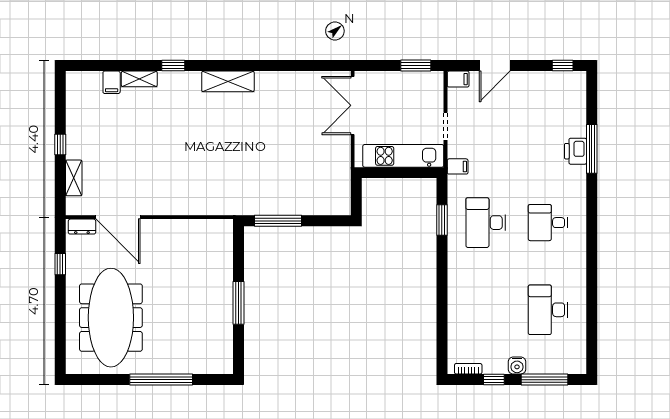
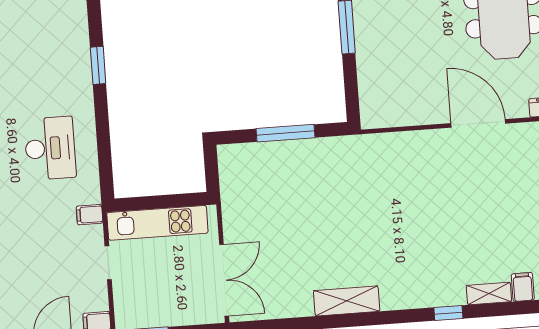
shelving: (228, 81) -> (347, 301), moved
door: (118, 217) -> (478, 123), moved
window: (442, 220) -> (98, 65), moved
window: (278, 221) -> (286, 133), moved

